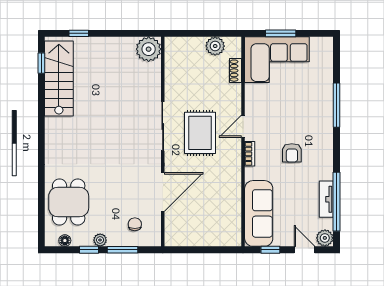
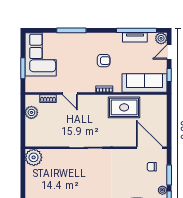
corner sofa: (277, 60) -> (41, 54), moved
door: (243, 126) -> (70, 94), moved
rug: (200, 133) -> (124, 107), moved
door: (163, 192) -> (150, 148), moved

